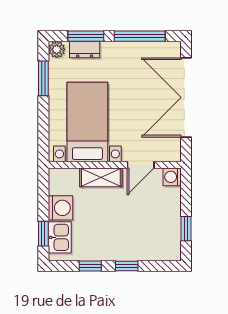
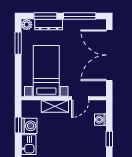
dresser: (85, 49) -> (49, 25), width x1.44
washing machine: (172, 177) -> (100, 120), moved
window: (43, 234) -> (18, 125), moved

